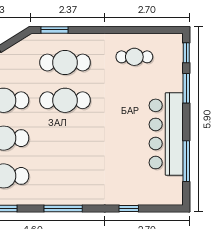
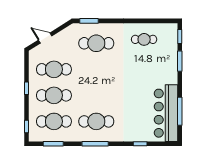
cafe table: (65, 100) -> (96, 121), moved
bar counter: (166, 134) -> (166, 113), moved

